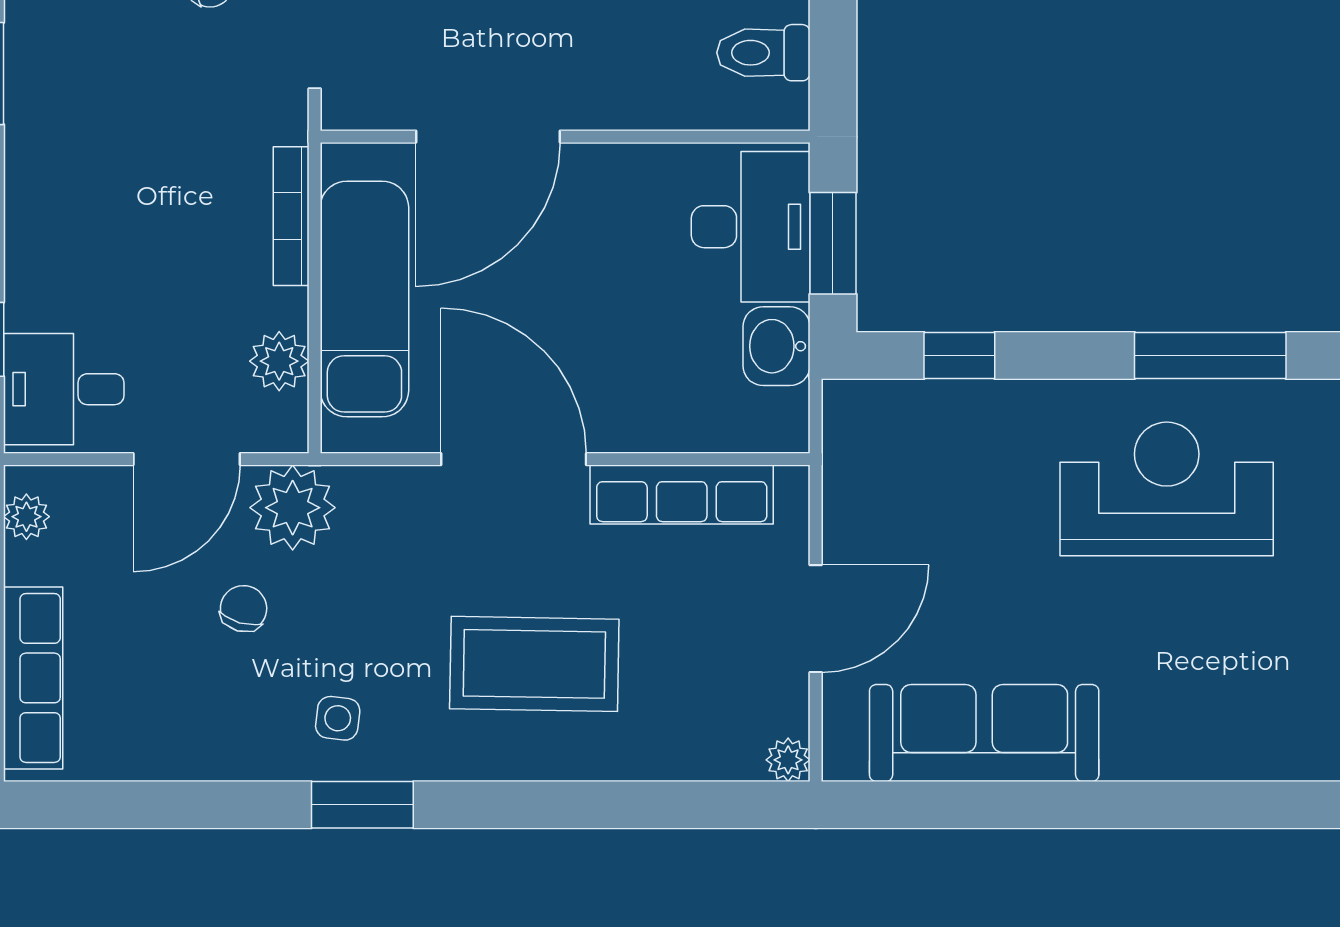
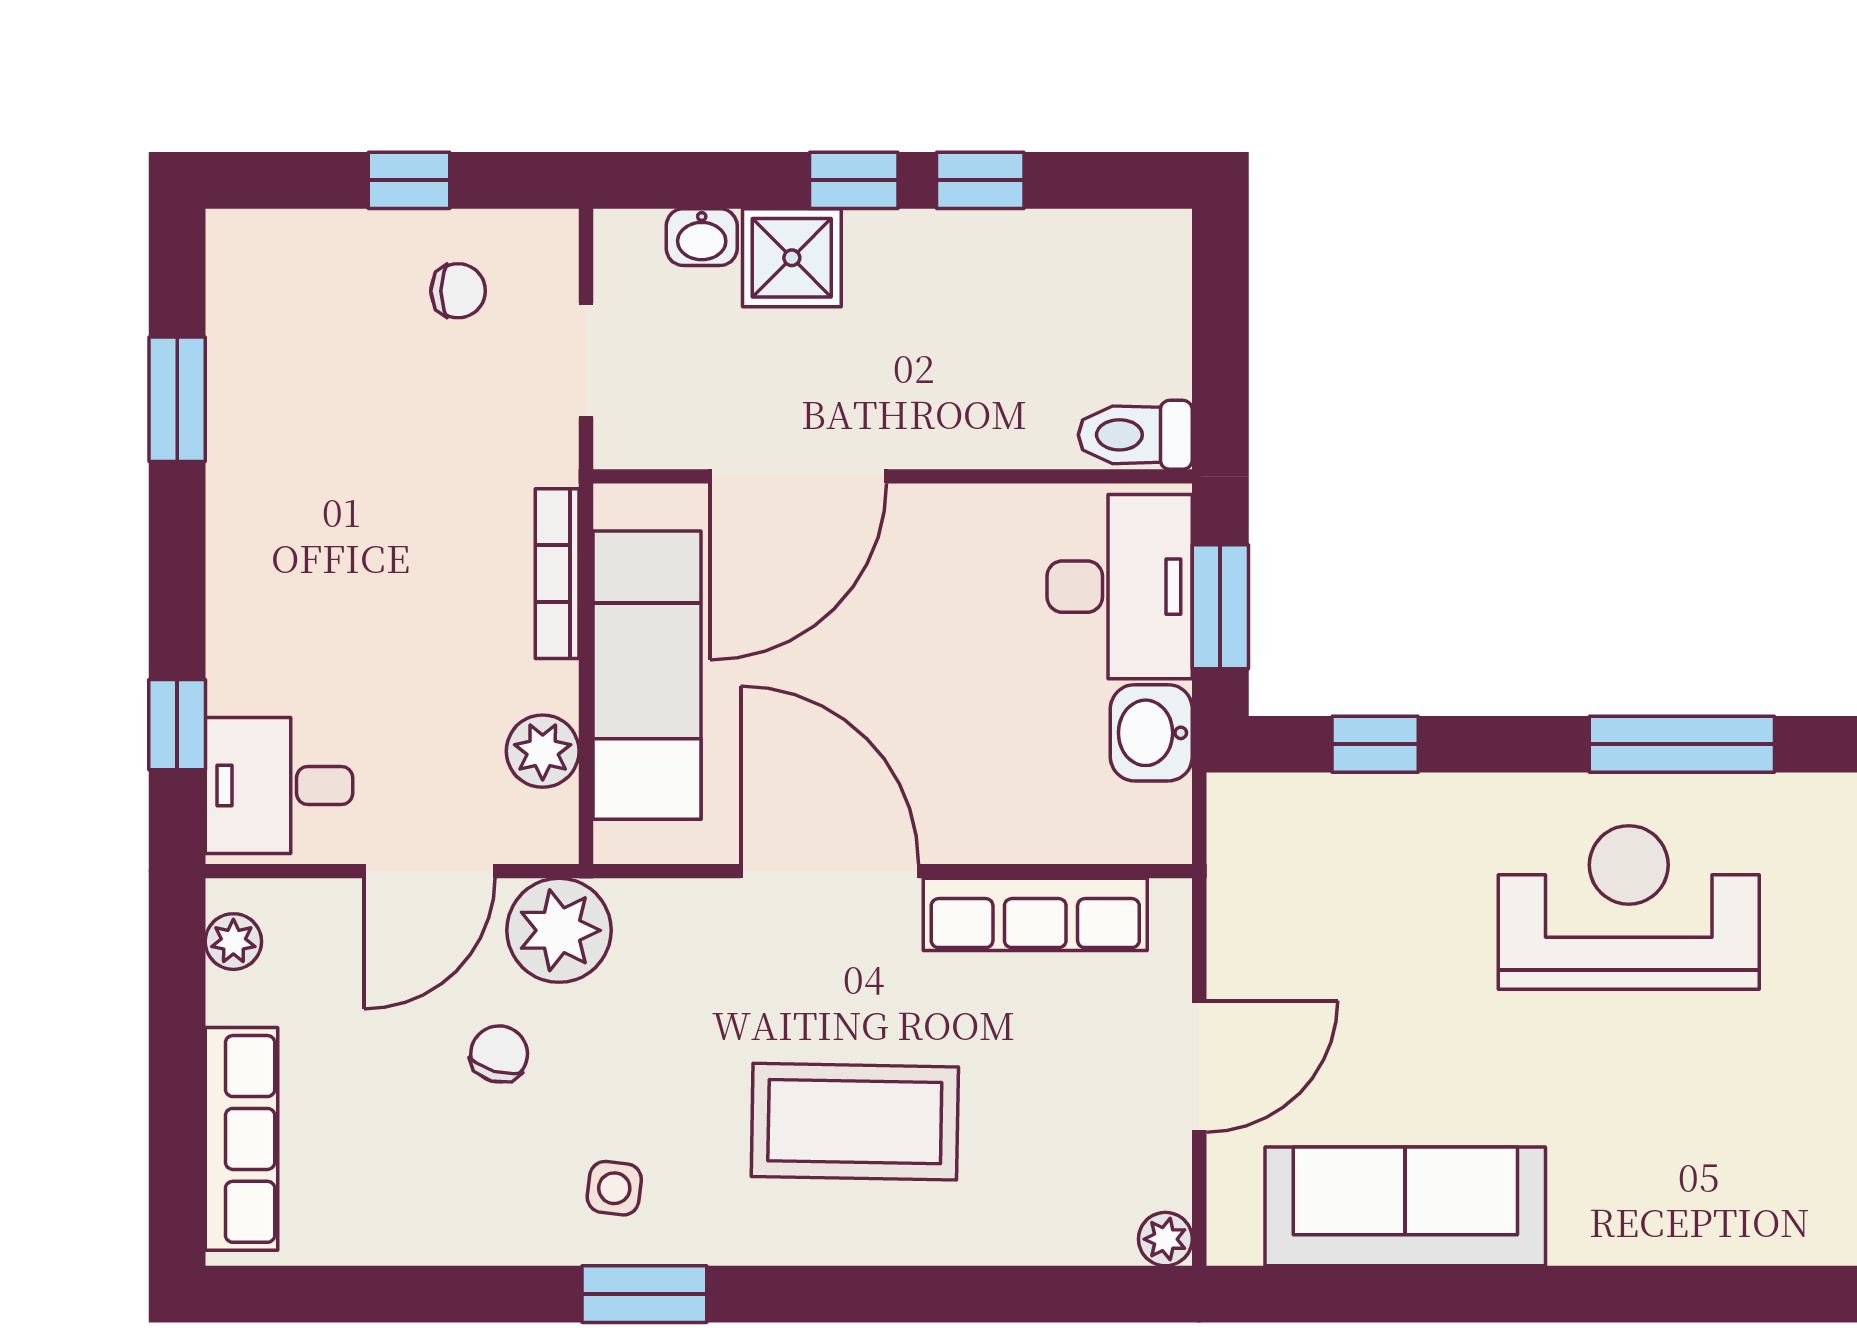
toilet: (763, 53) -> (1135, 435), moved

